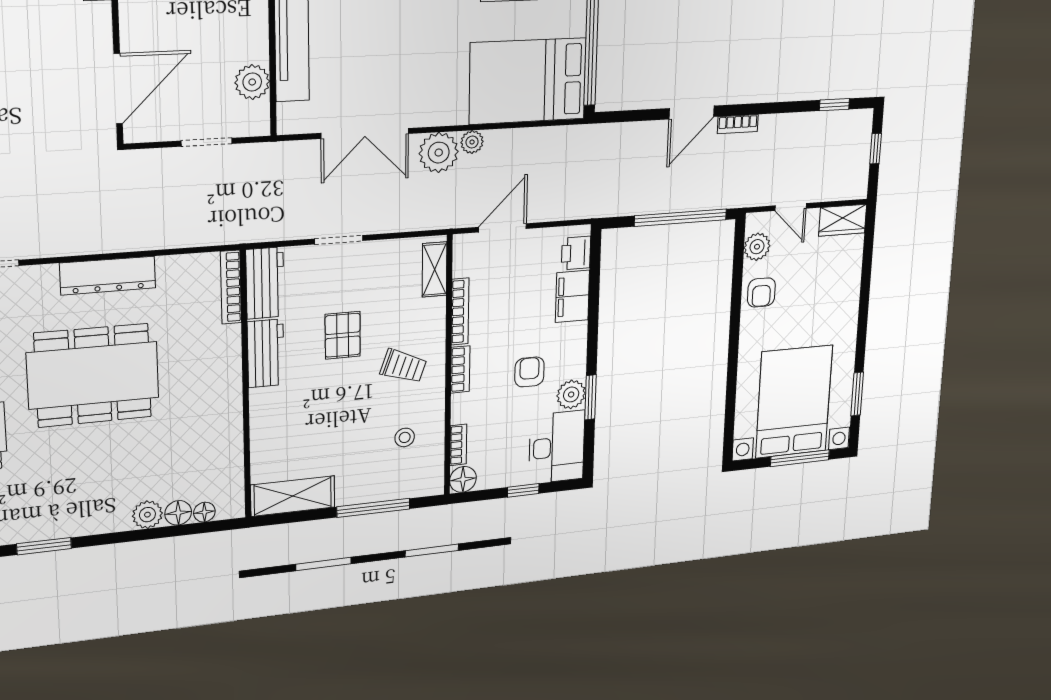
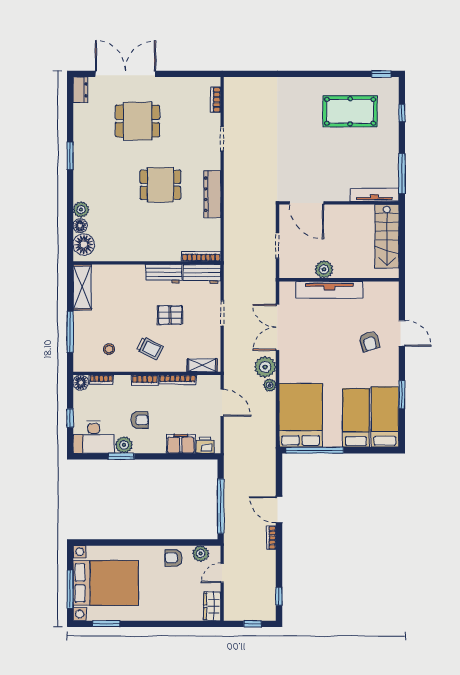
plant: (252, 82) -> (324, 269), moved
trolley: (403, 366) -> (150, 348), turned -84
dining table: (93, 375) -> (160, 185), width x0.53, depth x0.80
floor lamp: (204, 512) -> (84, 245), width x1.89, depth x1.89

